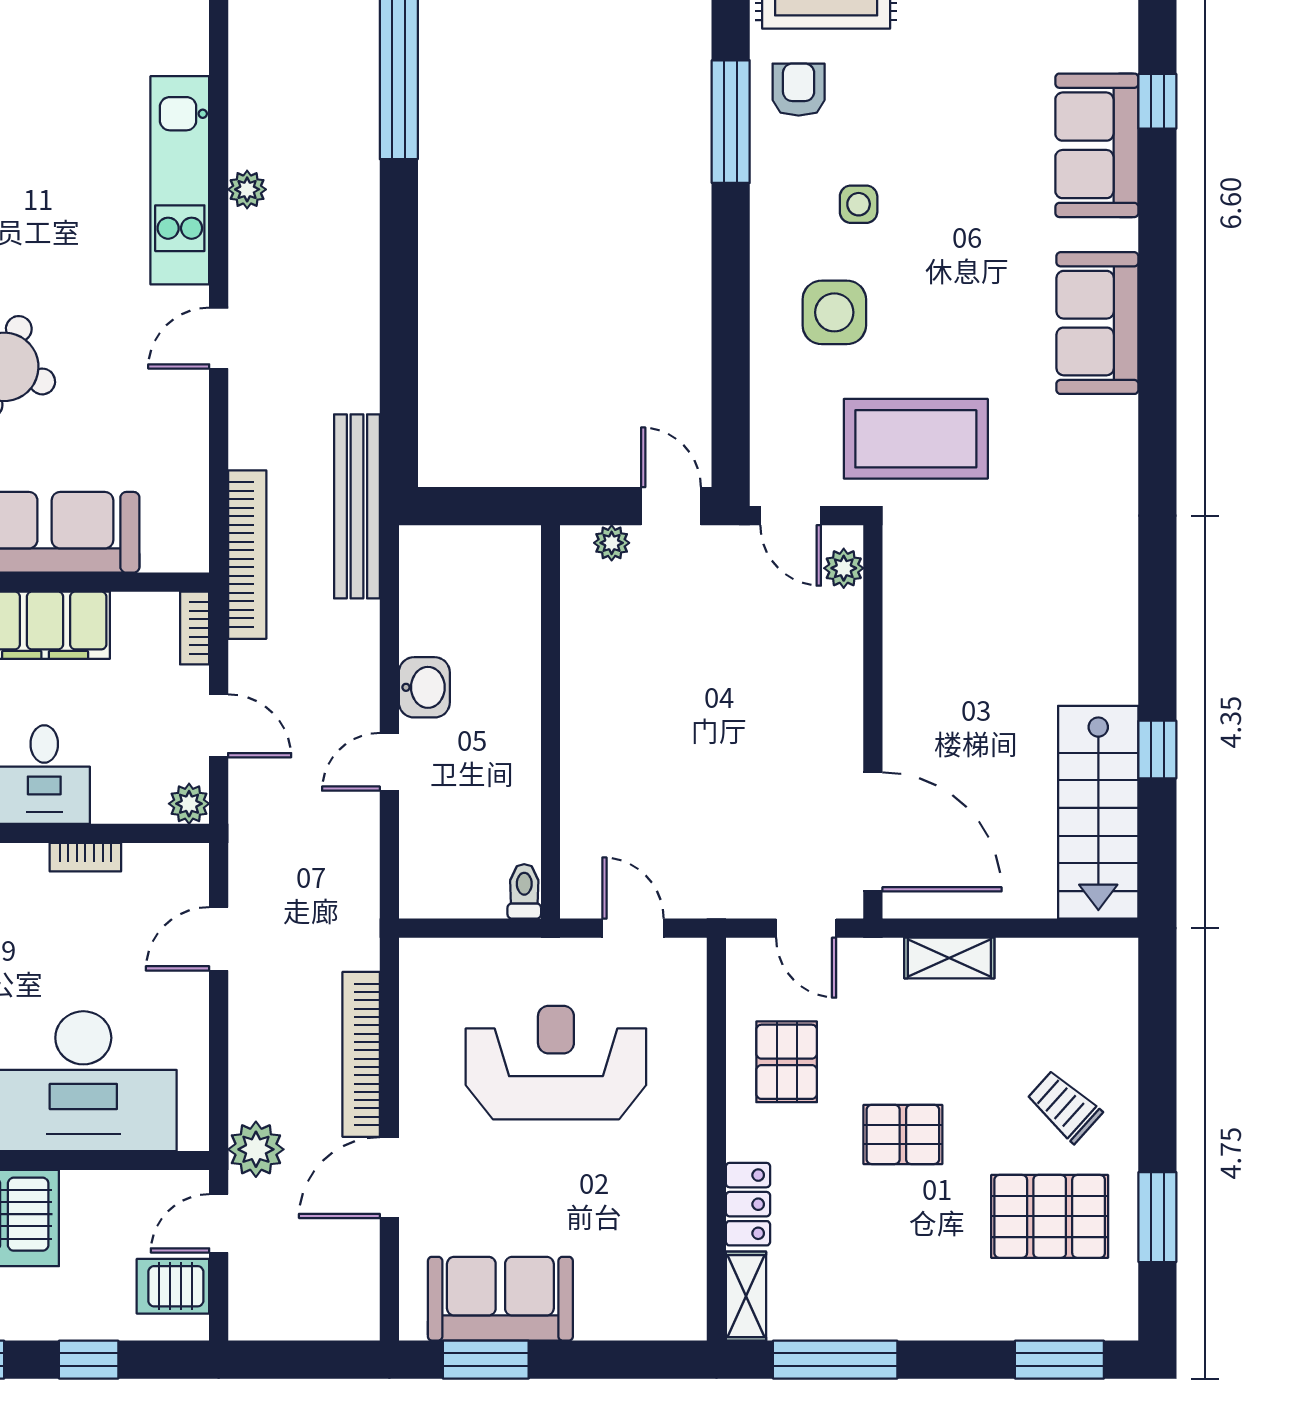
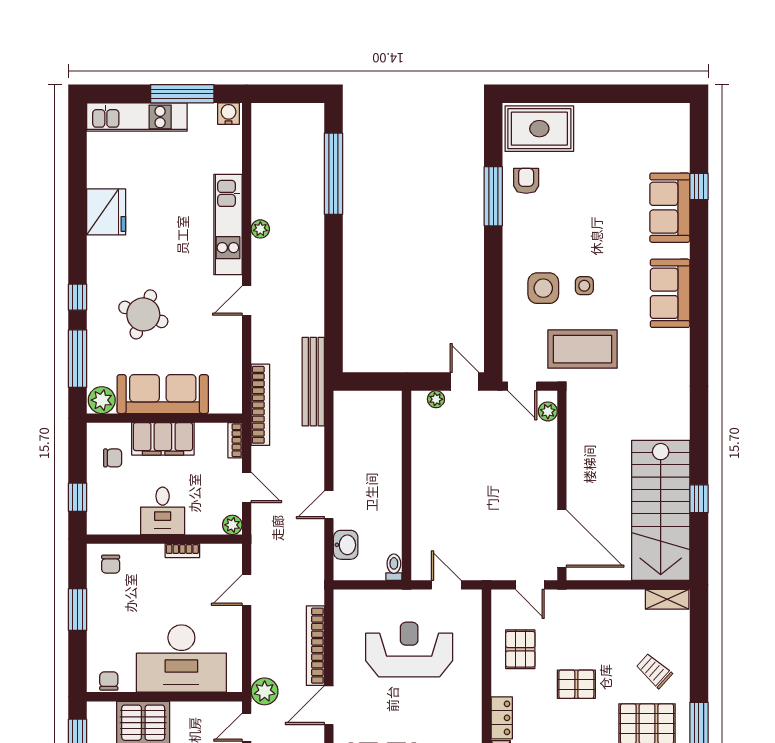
side table: (859, 204) -> (584, 286), moved
washbasin: (424, 687) -> (346, 545), moved
stairs: (1098, 812) -> (661, 510), width x1.36, depth x1.51
shelving: (949, 958) -> (667, 599), moved

